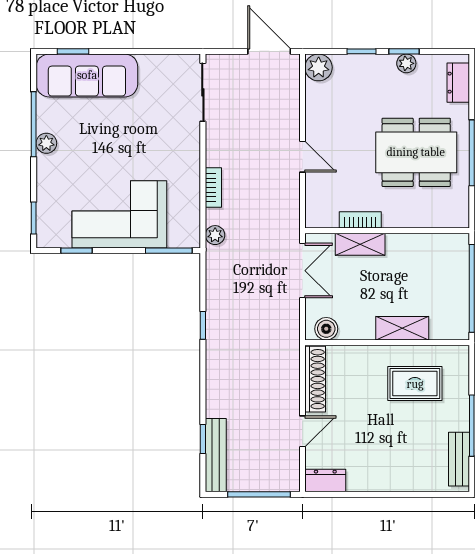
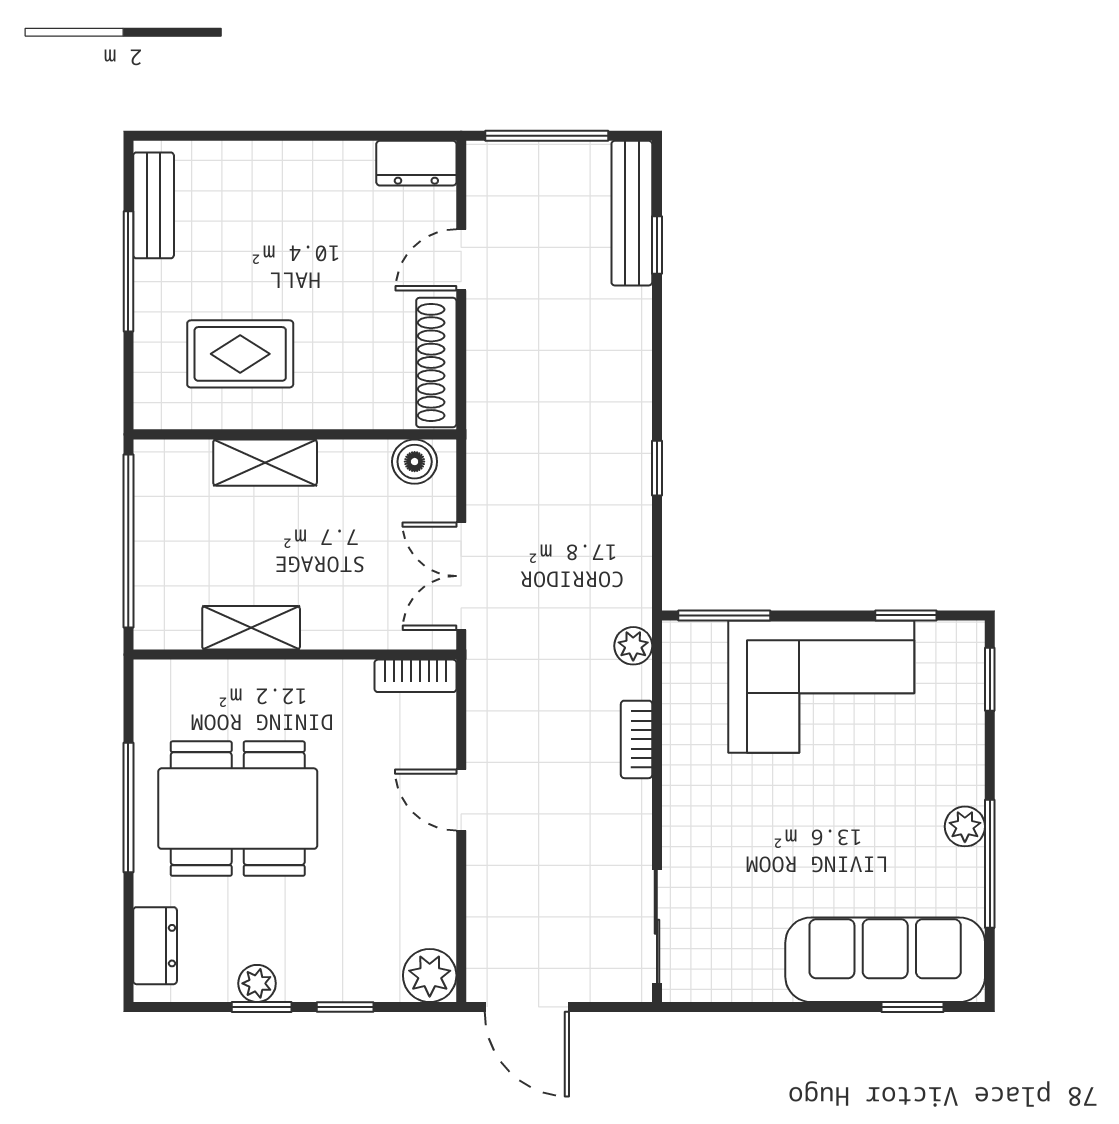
bookcase: (360, 220) -> (415, 676), moved
shelving: (360, 244) -> (251, 628), moved

